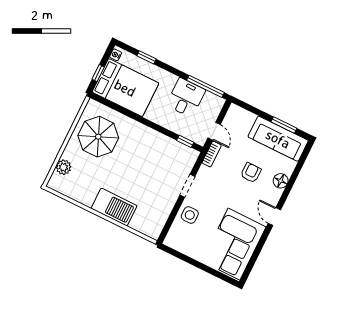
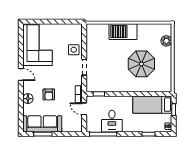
bed: (125, 88) -> (152, 105), width x0.67
parasol: (98, 137) -> (141, 64), moved

